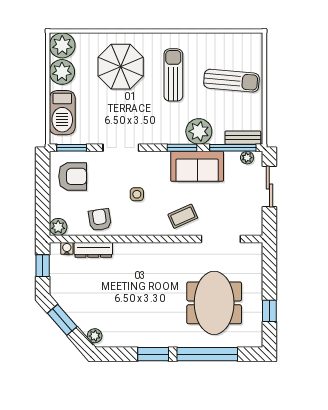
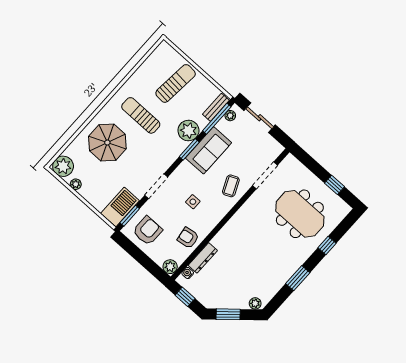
plant: (62, 72) -> (76, 184), width x0.53, depth x0.53
barbecue: (62, 113) -> (120, 207), moved, turned -90
window: (207, 354) -> (327, 246), width x0.32

